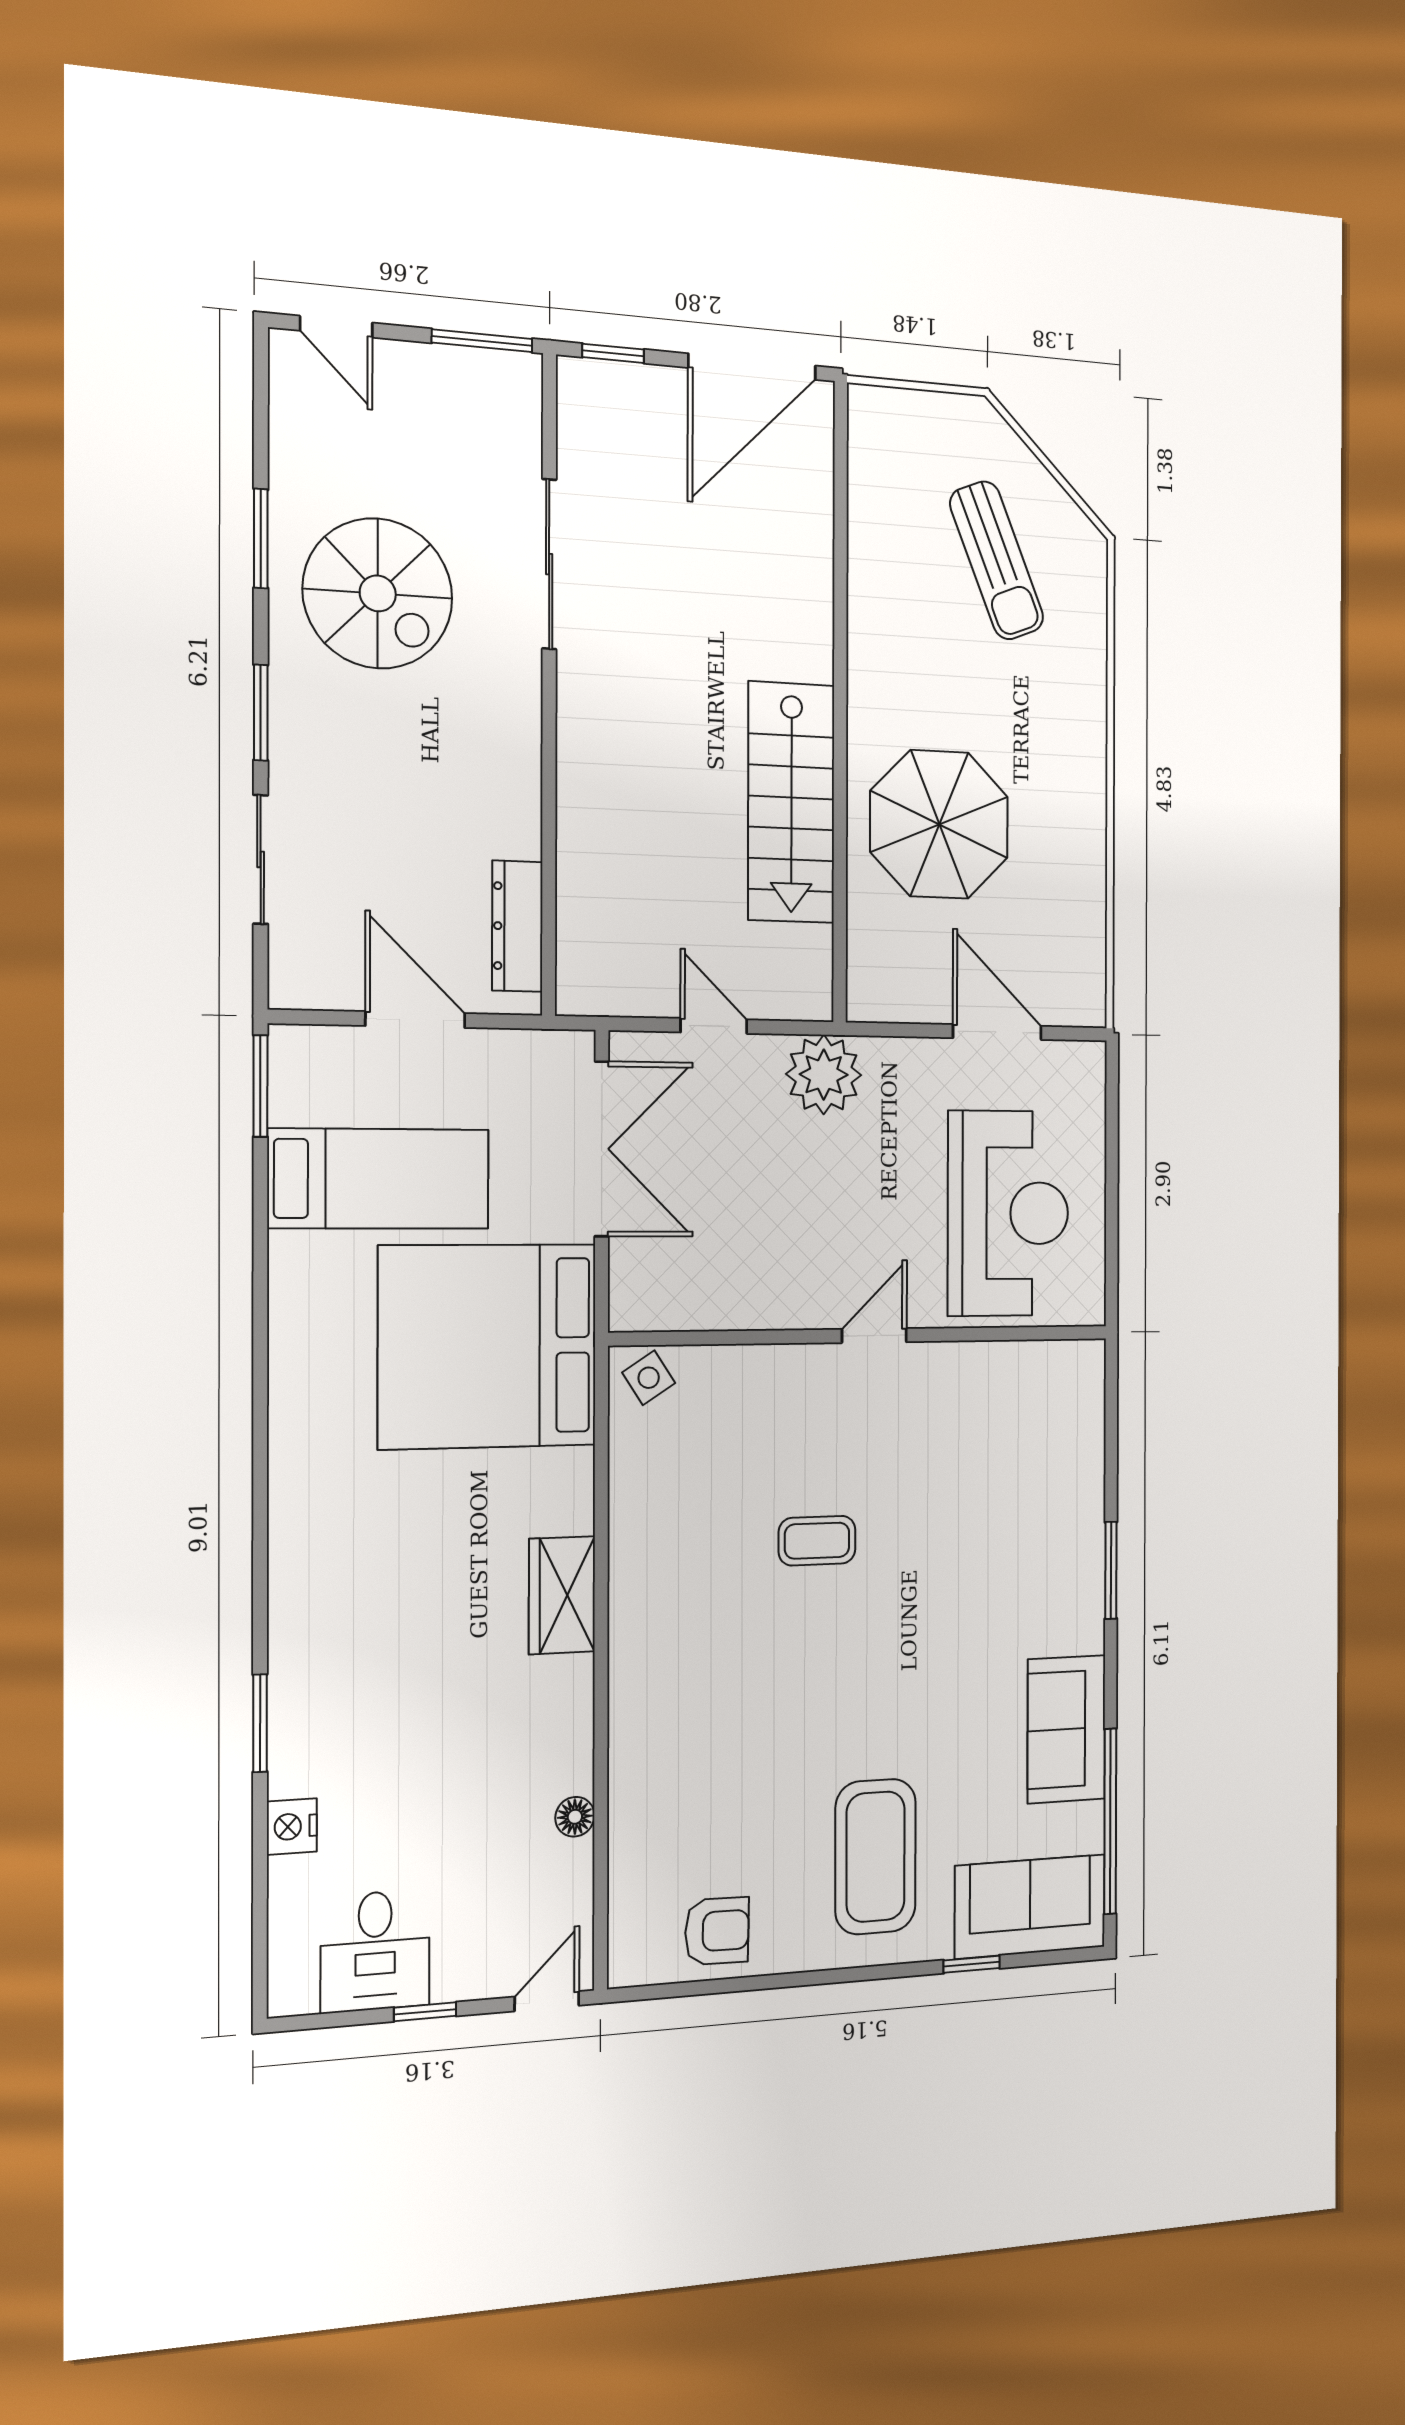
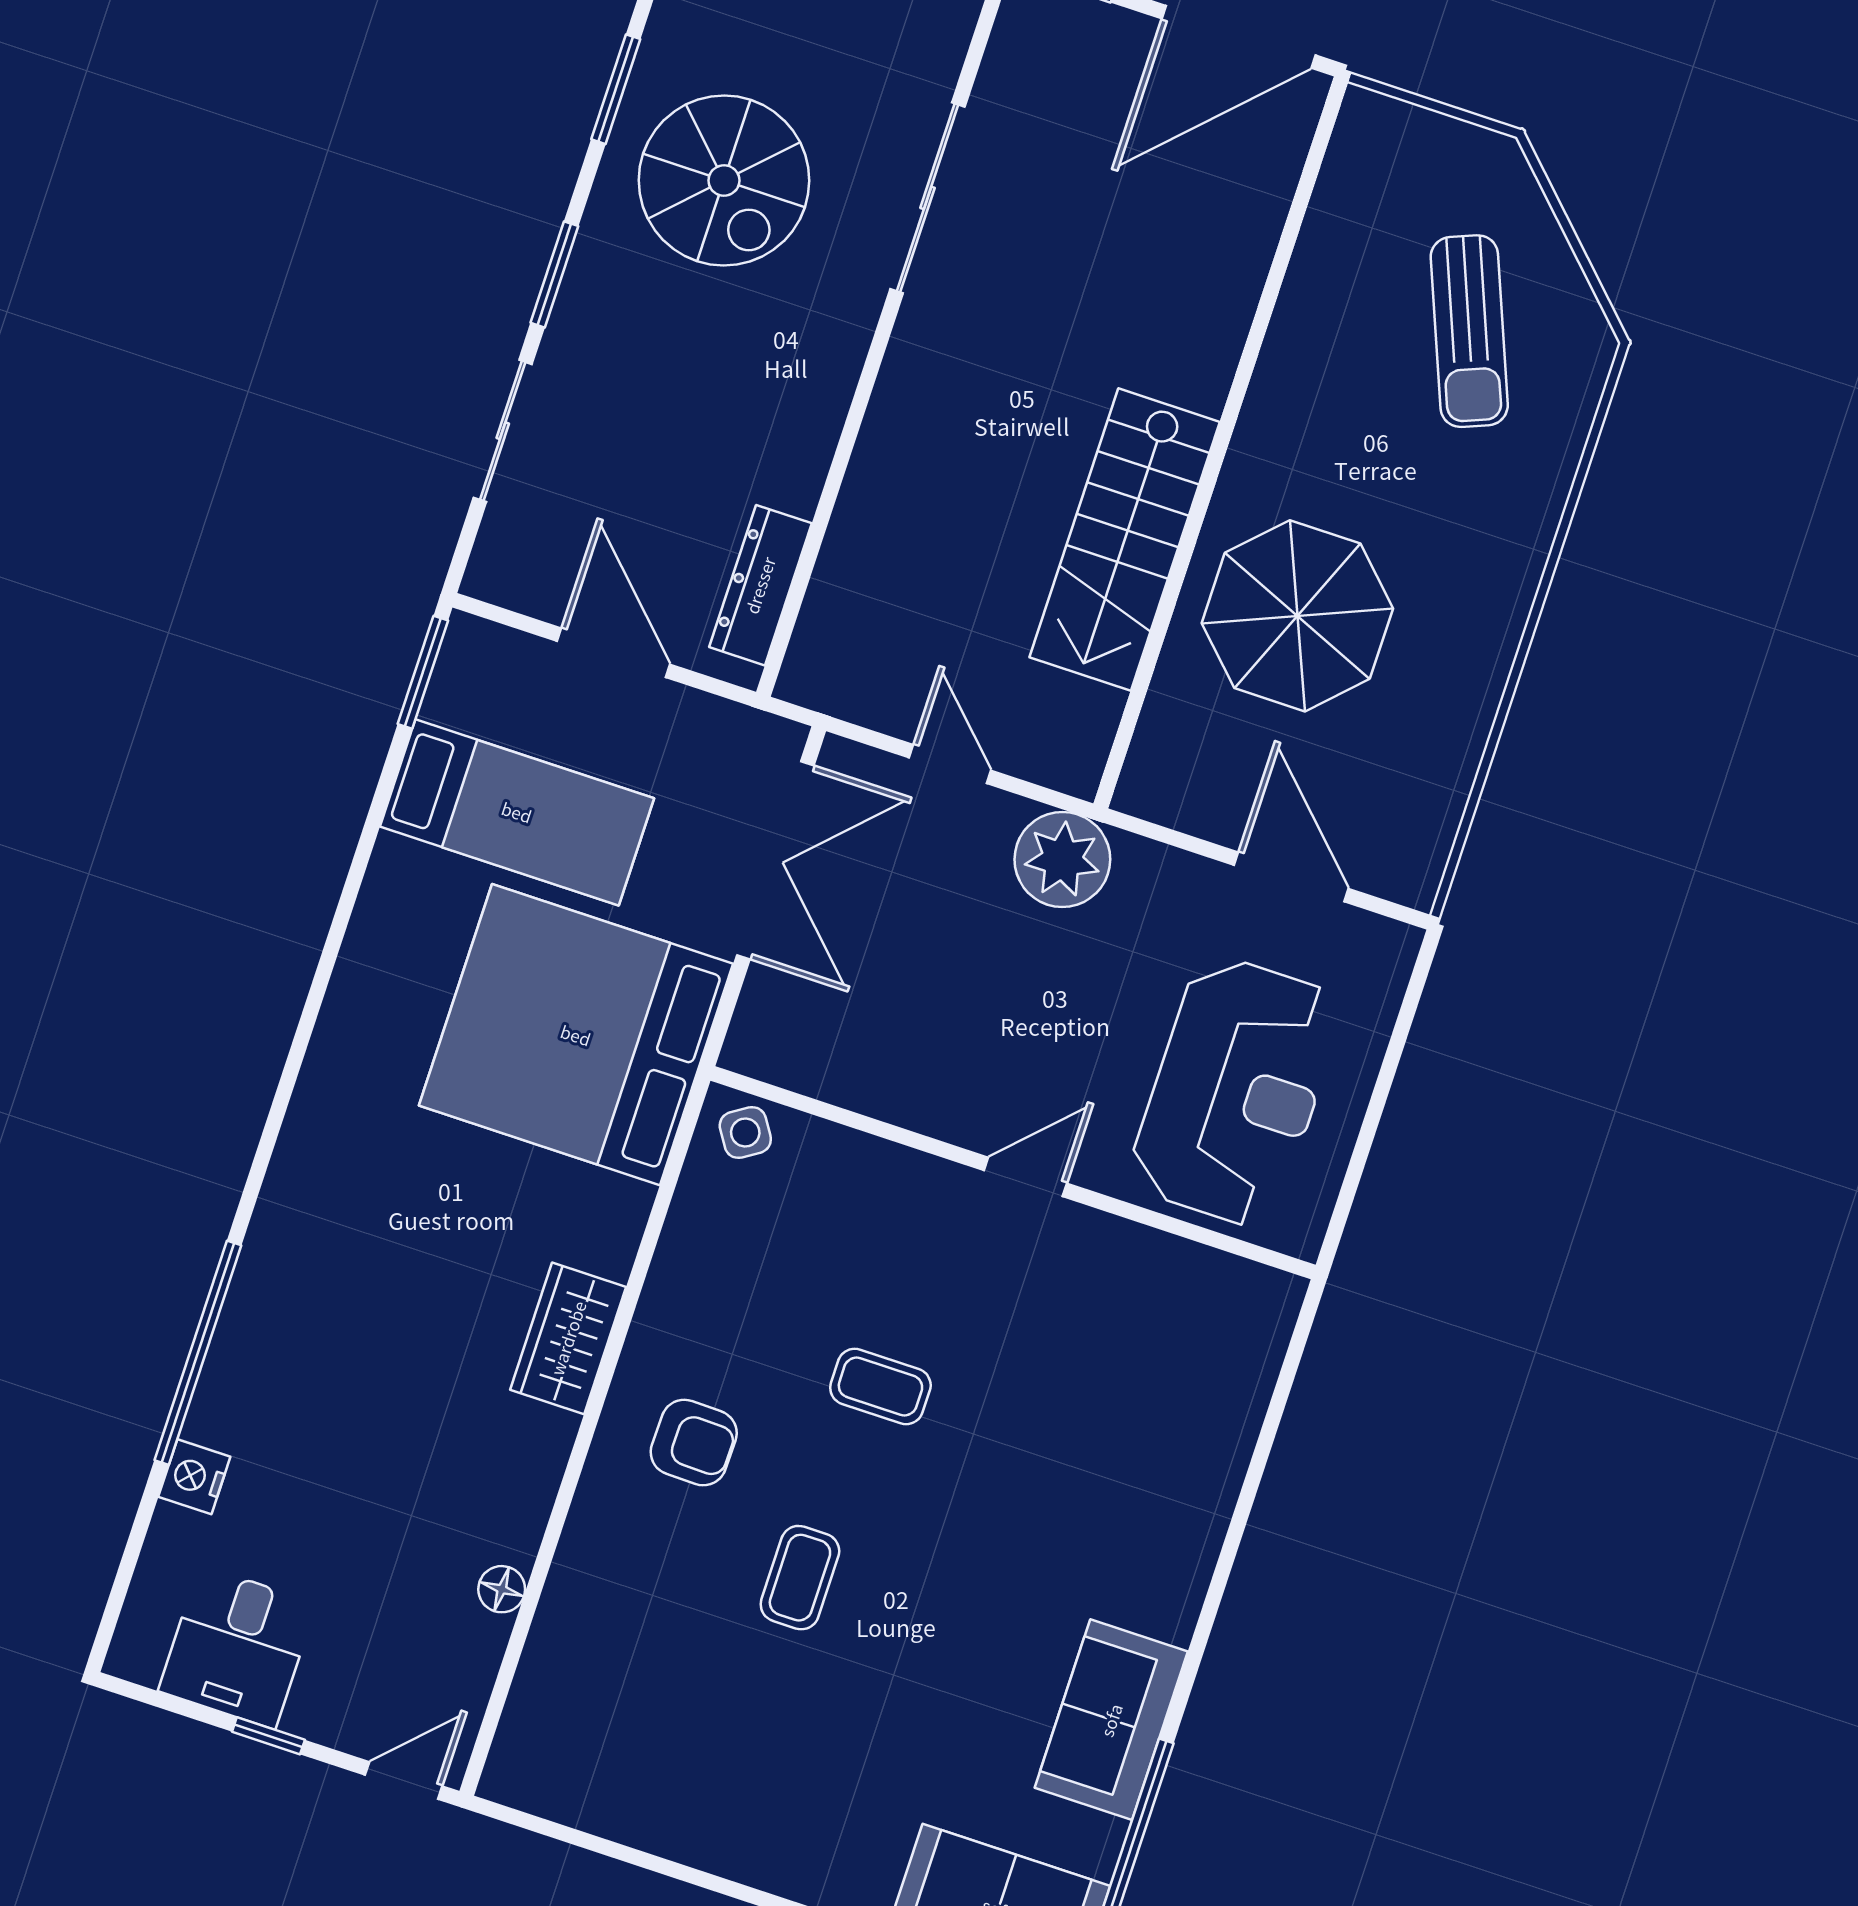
window: (1111, 1570) -> (1228, 1554), removed
window: (260, 1723) -> (198, 1353), width x2.11
coffee table: (876, 1857) -> (800, 1578), moved, width x0.54, depth x0.58
armchair: (717, 1931) -> (694, 1443), moved

